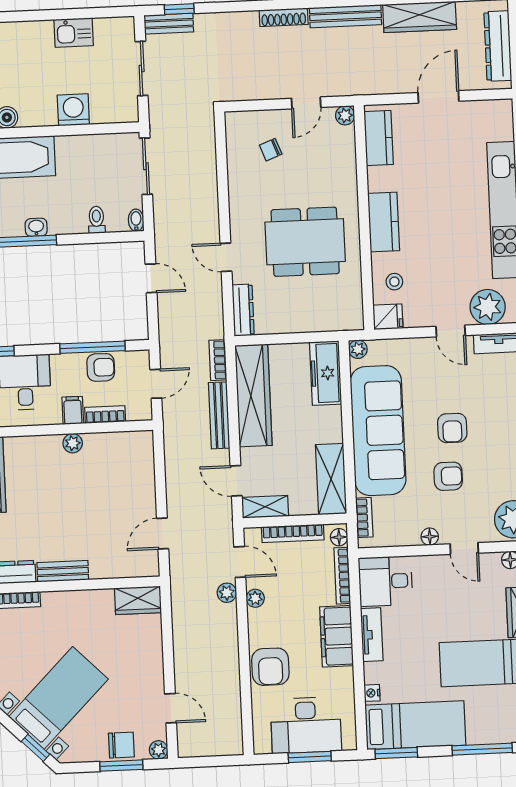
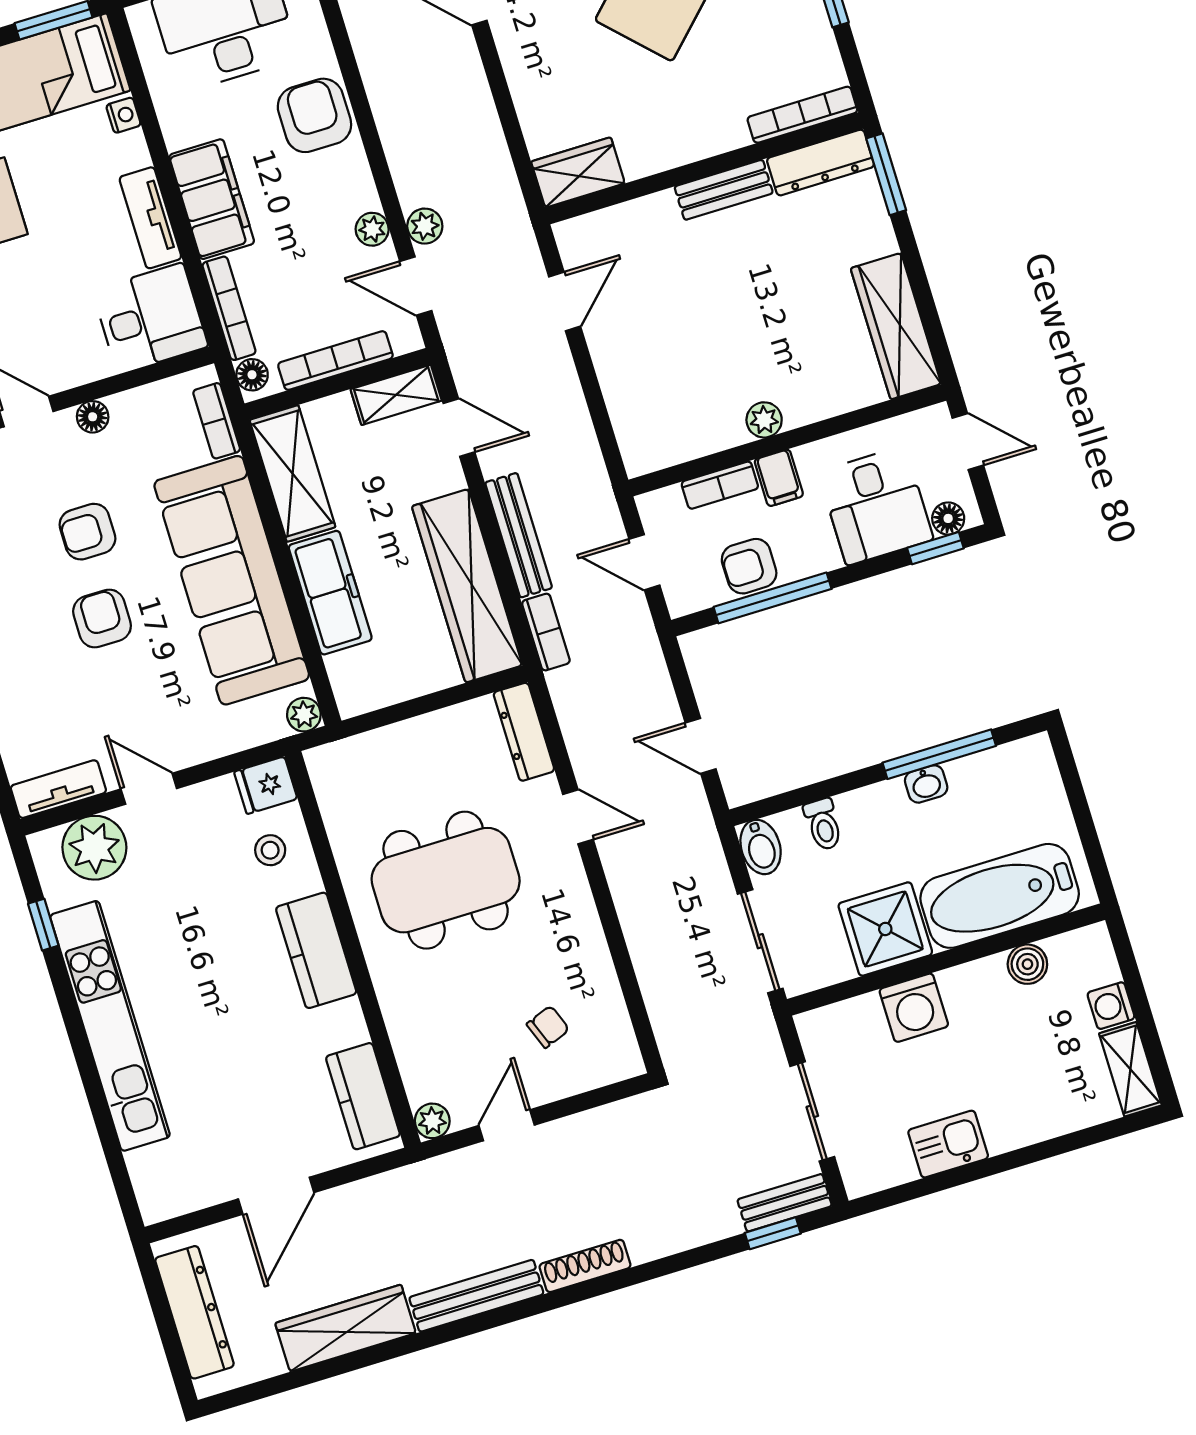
shower: (78, 156) -> (885, 929), added
bidet: (136, 220) -> (761, 847), width x1.38, depth x1.36
freezer: (326, 373) -> (330, 593), moved
door: (156, 384) -> (644, 562), hinge flipped

